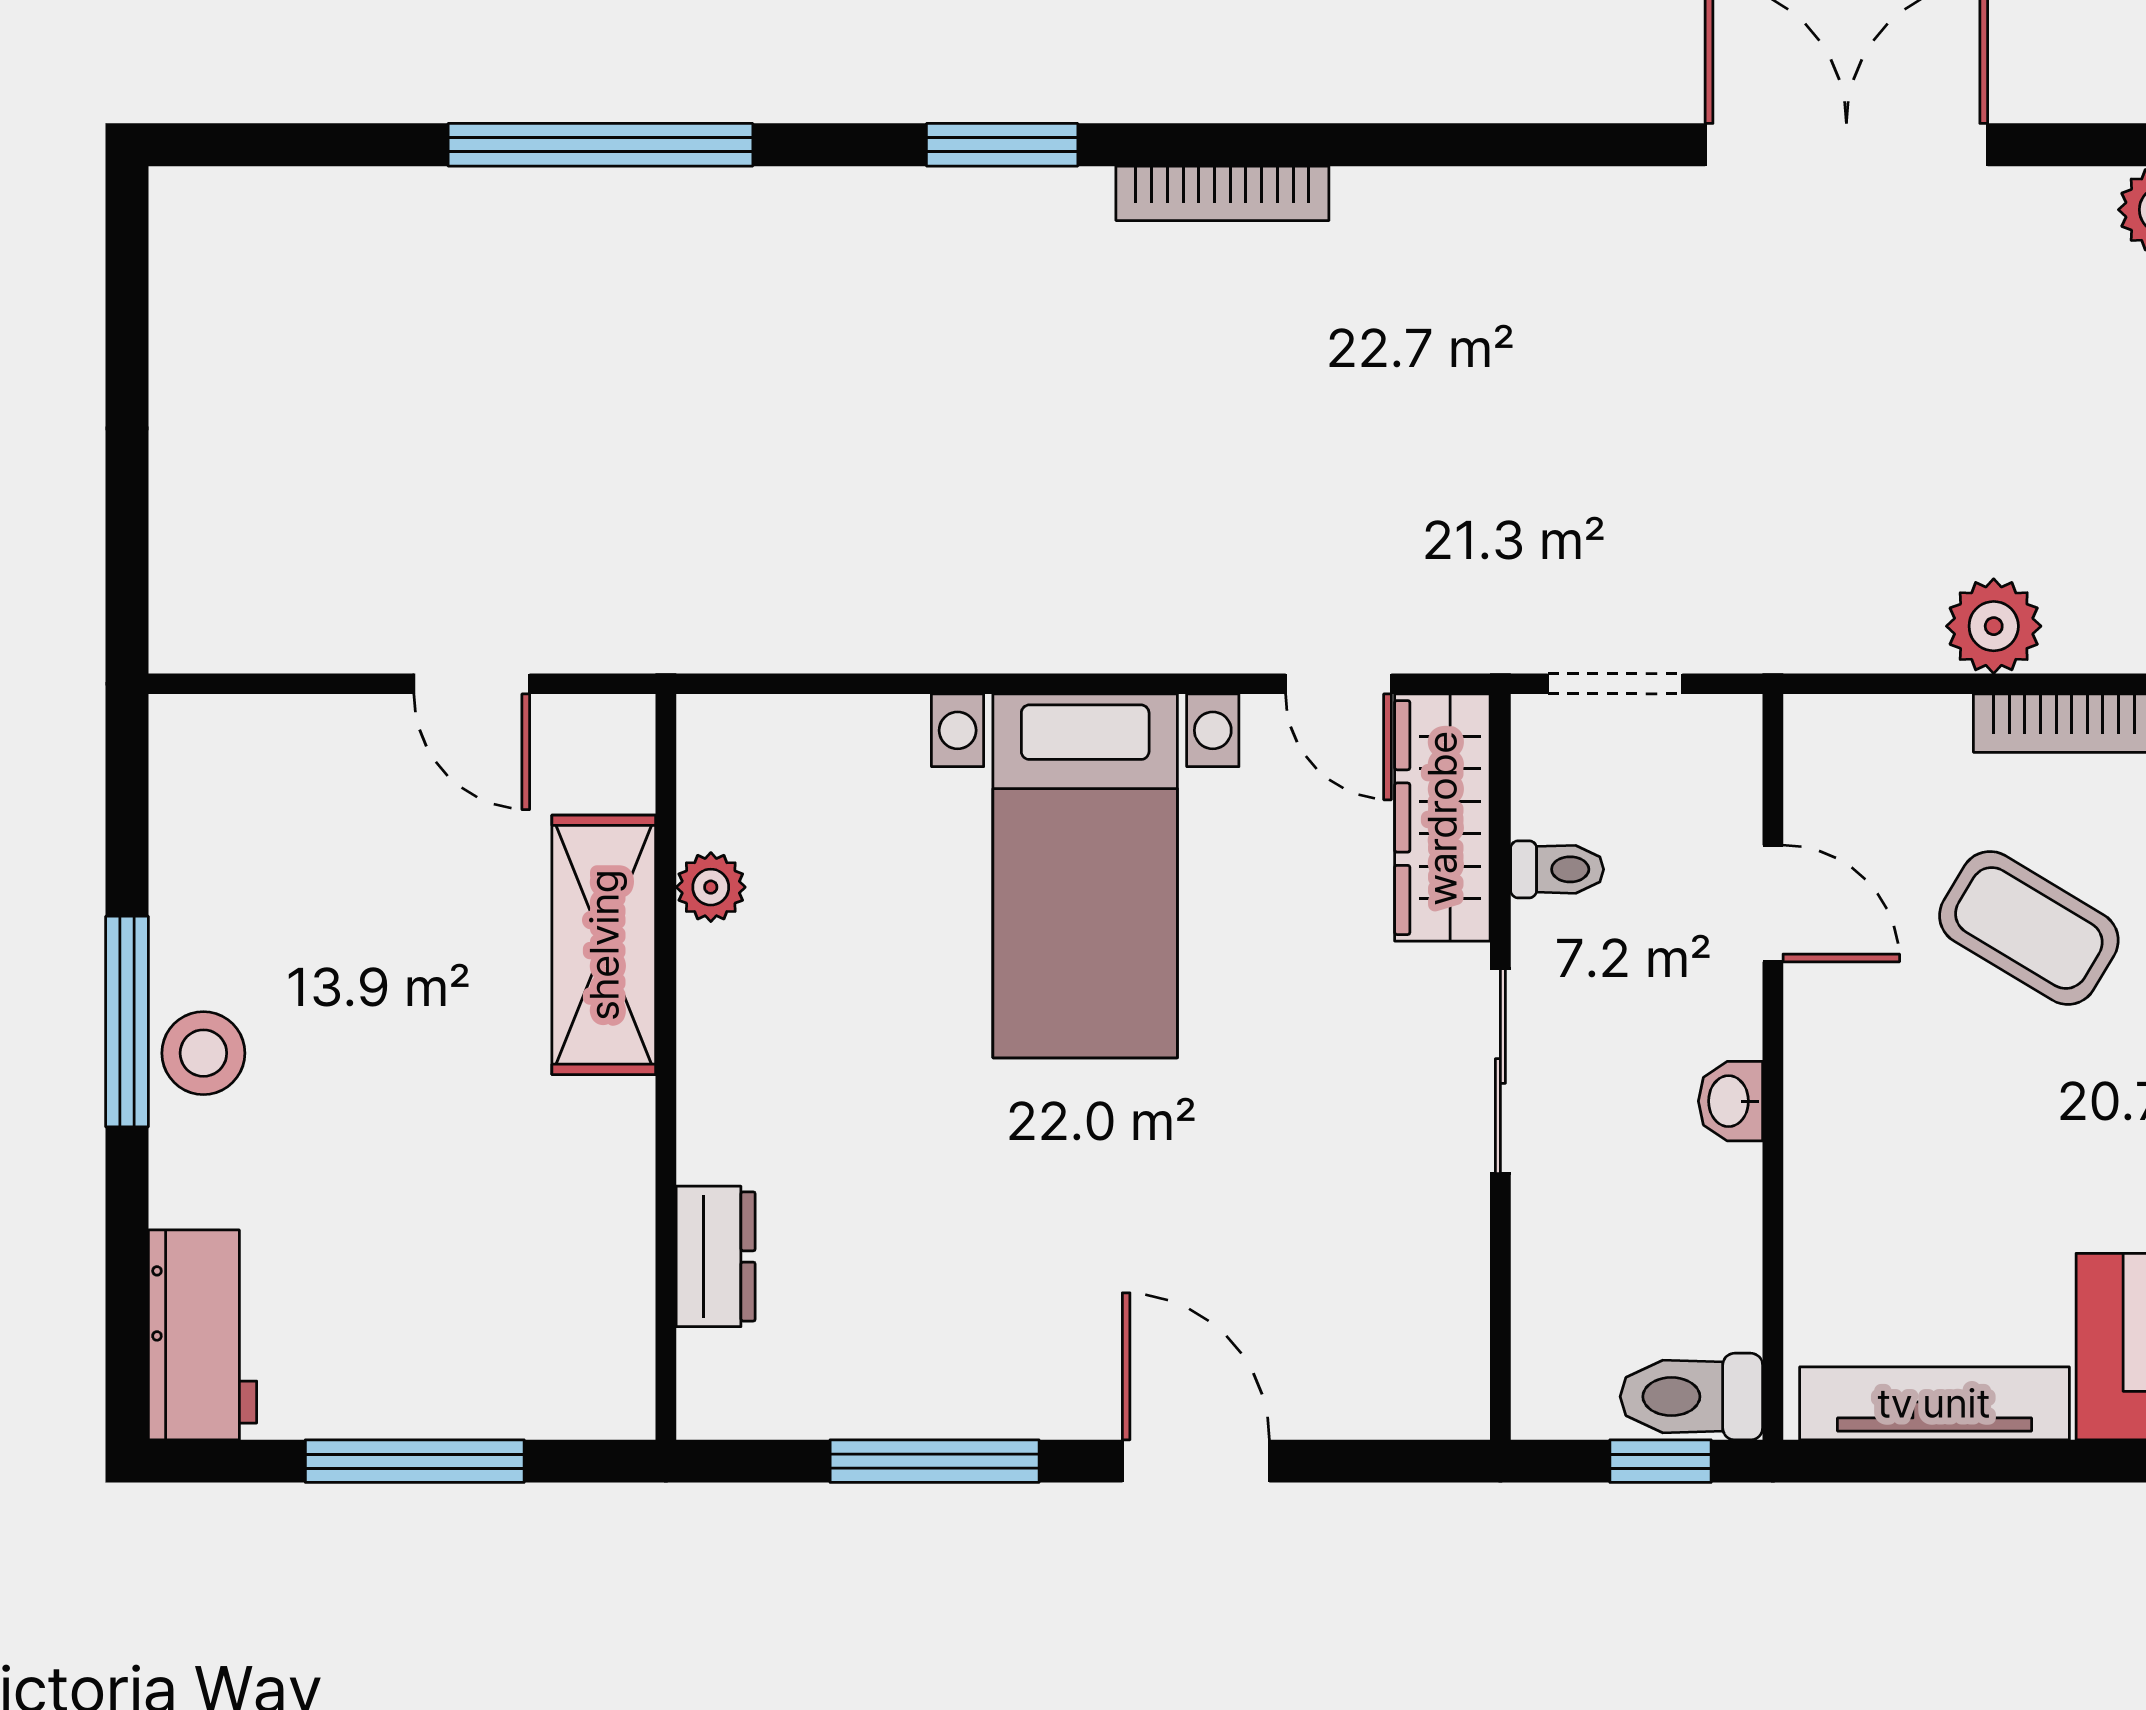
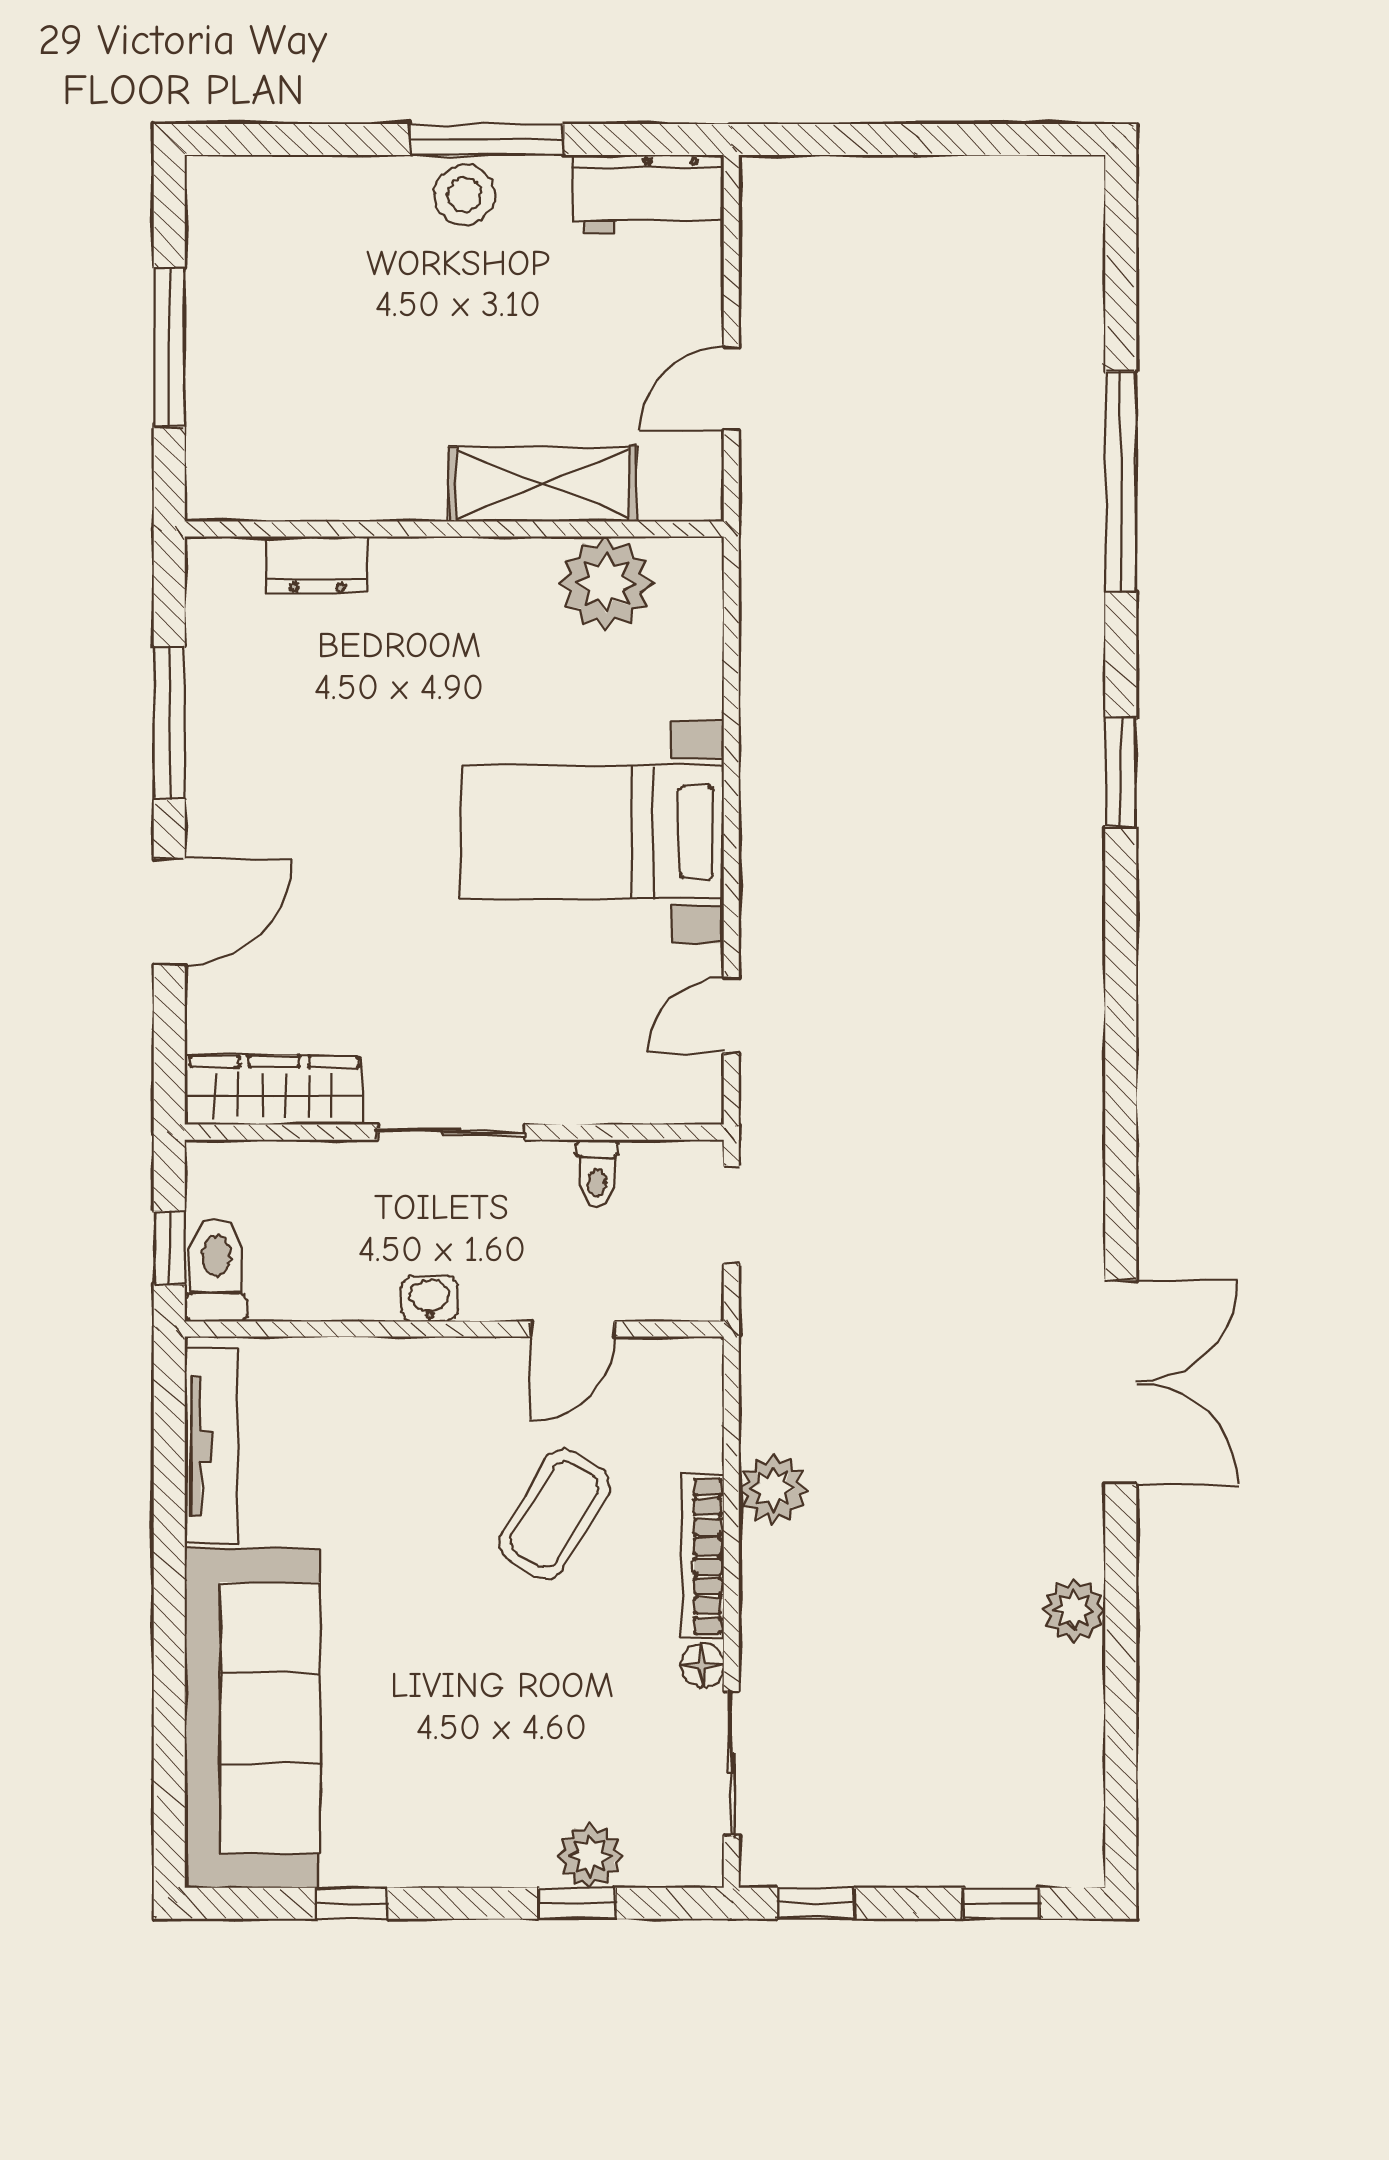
bookcase: (1222, 193) -> (1086, 931), removed
wardrobe: (1442, 818) -> (274, 1090), moved
plant: (711, 887) -> (606, 583), width x1.88, depth x1.88
workbench: (202, 1335) -> (648, 194), moved

